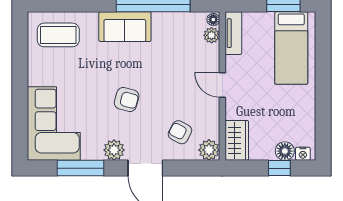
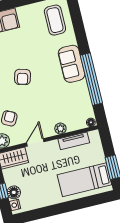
tv unit: (233, 33) -> (74, 141), moved
plant: (212, 35) -> (60, 129), moved
door: (222, 85) -> (35, 142), moved

